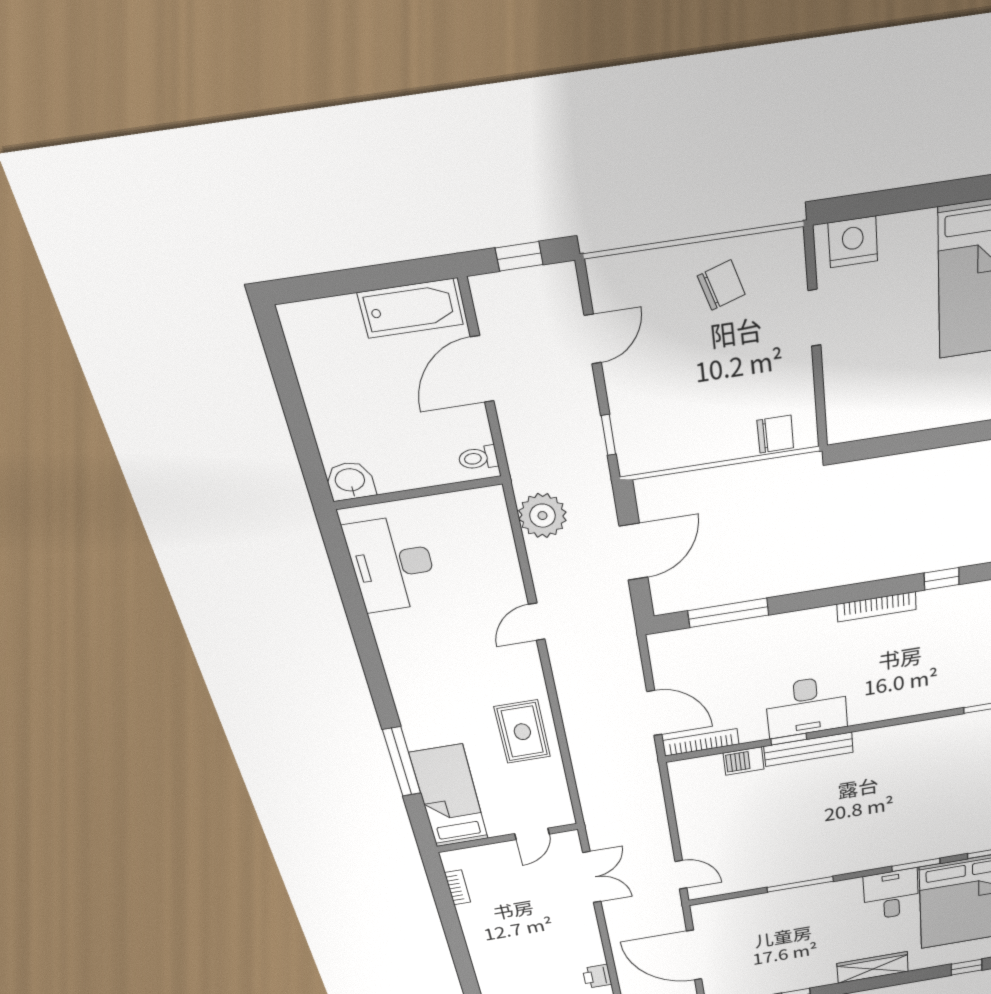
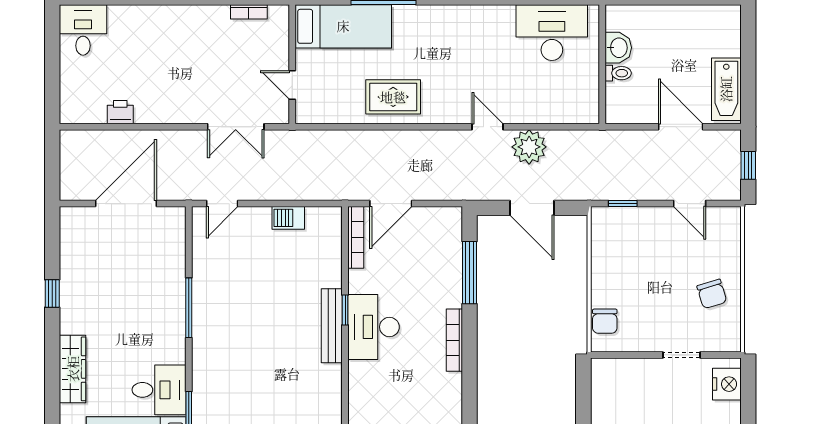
toilet: (478, 458) -> (618, 73), moved, turned 90
washbasin: (350, 481) -> (618, 48), moved
plant: (542, 516) -> (529, 147), moved
bookcase: (877, 607) -> (454, 340), moved
barbecue: (744, 761) -> (288, 218), moved, turned -90

